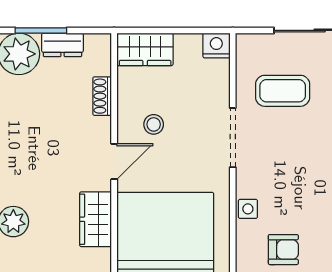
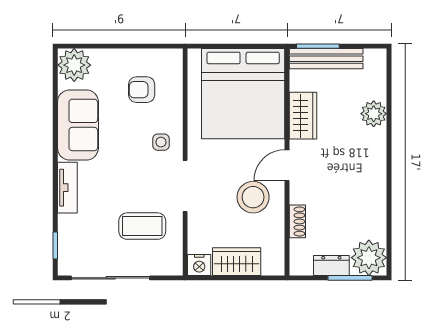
wardrobe: (145, 49) -> (237, 262), moved
stool: (154, 124) -> (253, 197), width x1.89, depth x1.89
side table: (248, 209) -> (161, 142), moved

